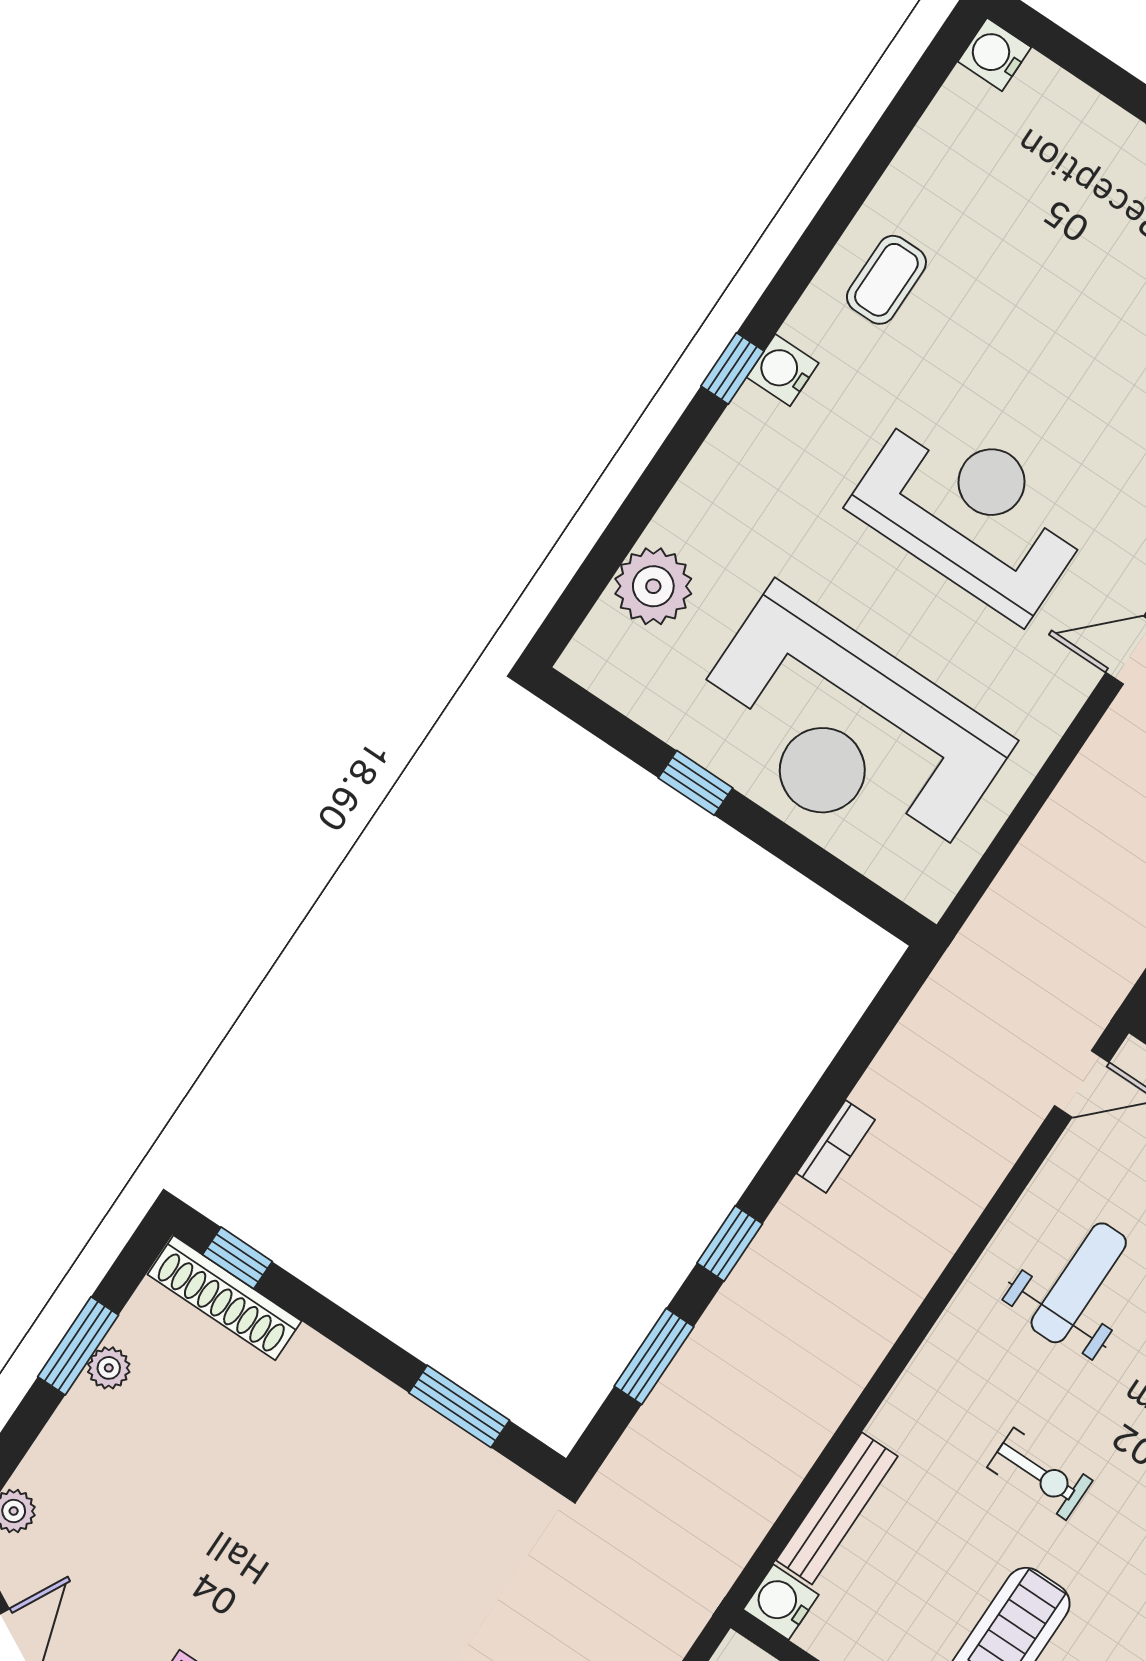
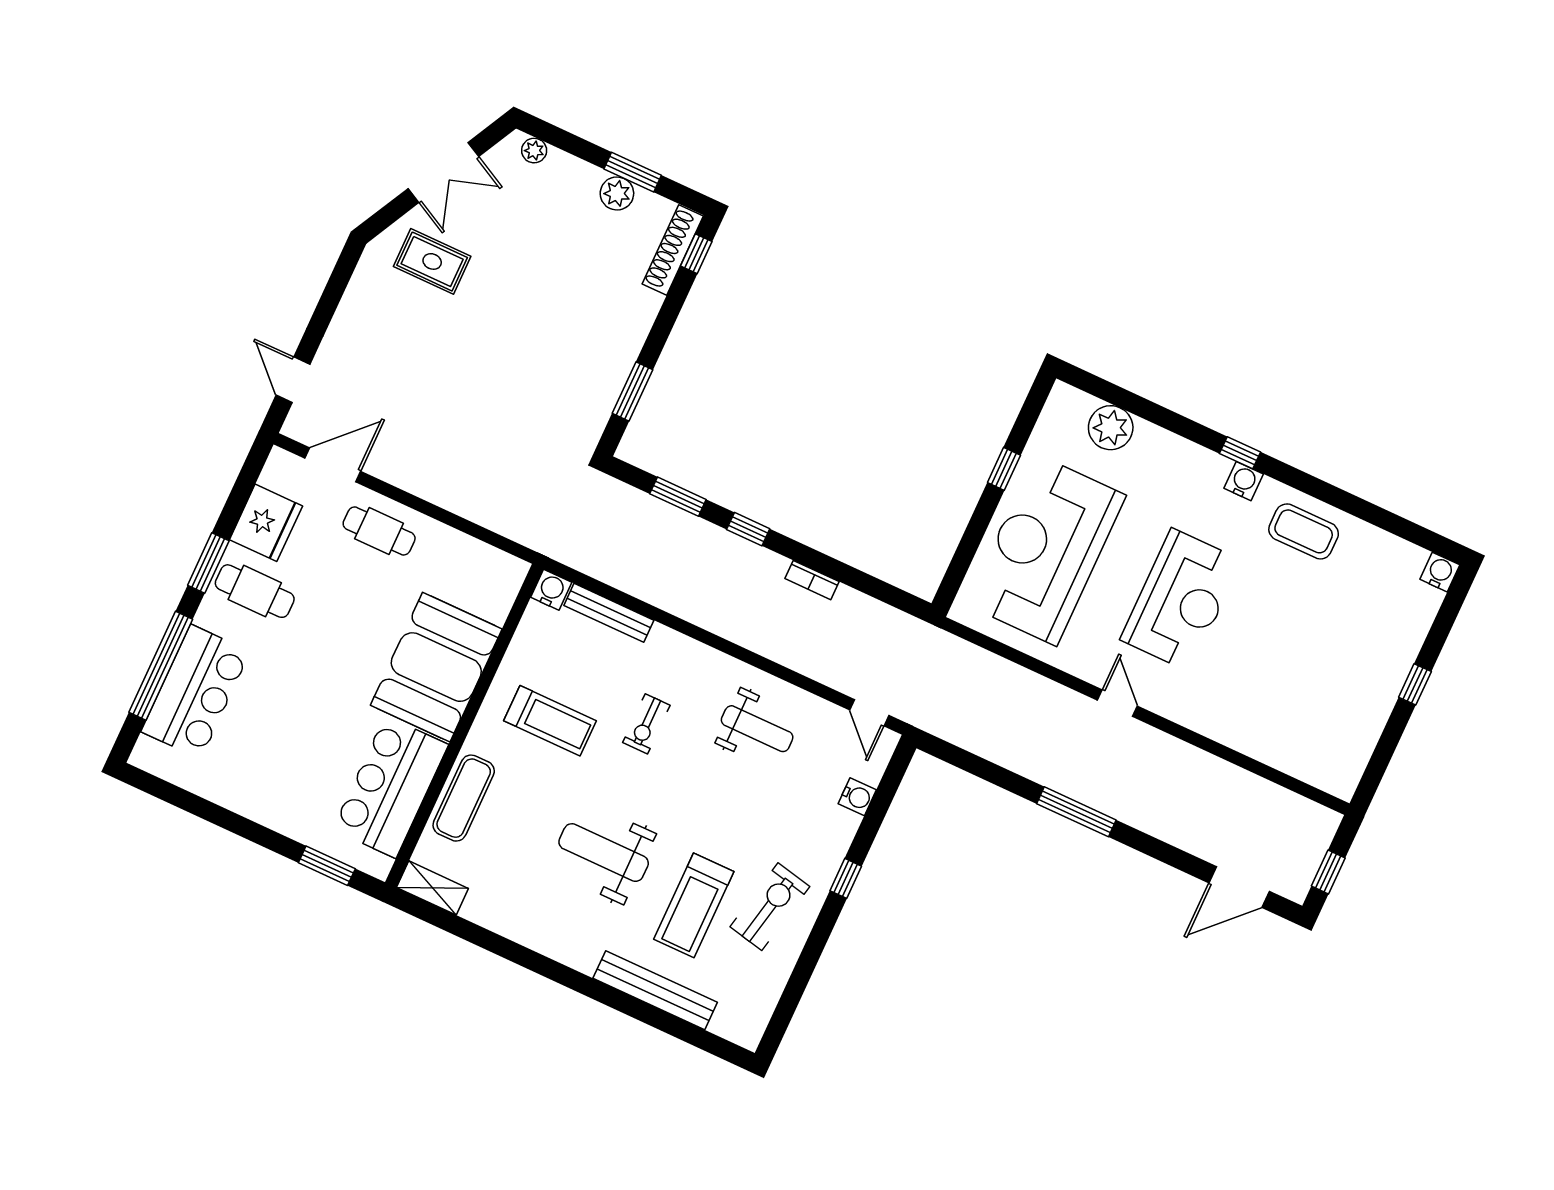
coffee table: (886, 280) -> (1304, 531), width x1.36, depth x1.30
plant: (109, 1368) -> (617, 193), width x1.38, depth x1.38

